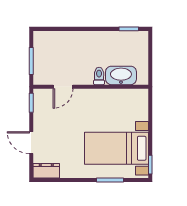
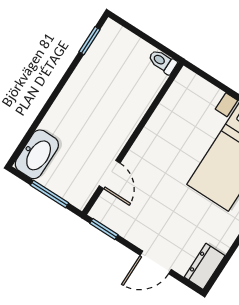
washbasin: (121, 75) -> (37, 154), moved, turned 180
toilet: (99, 76) -> (162, 62), moved

